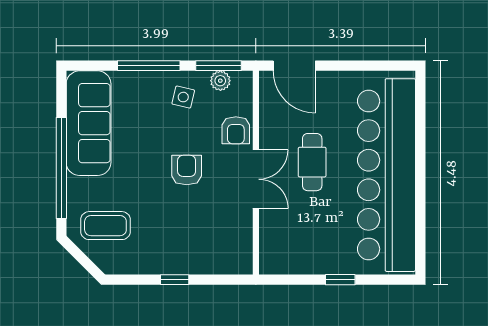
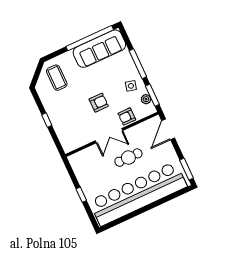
window: (382, 66) -> (186, 169), added
window: (61, 168) -> (90, 38), moved

